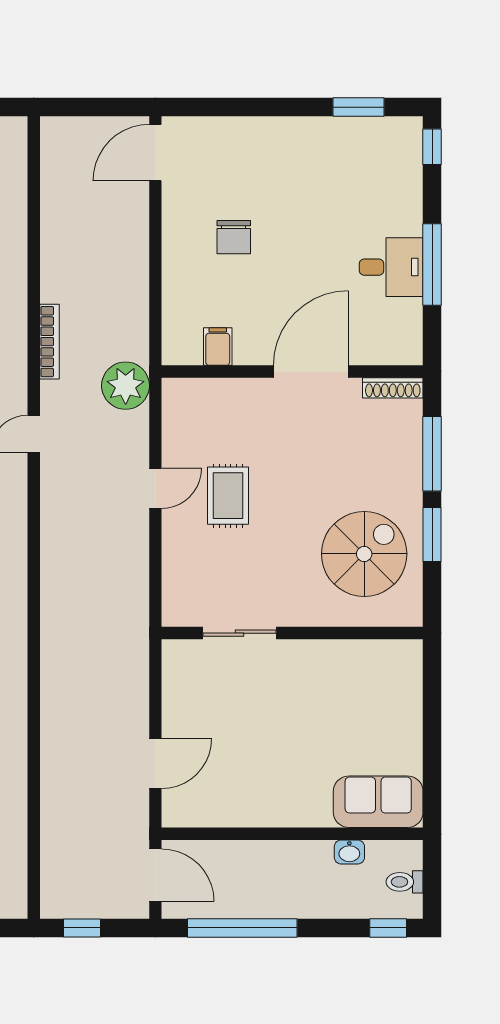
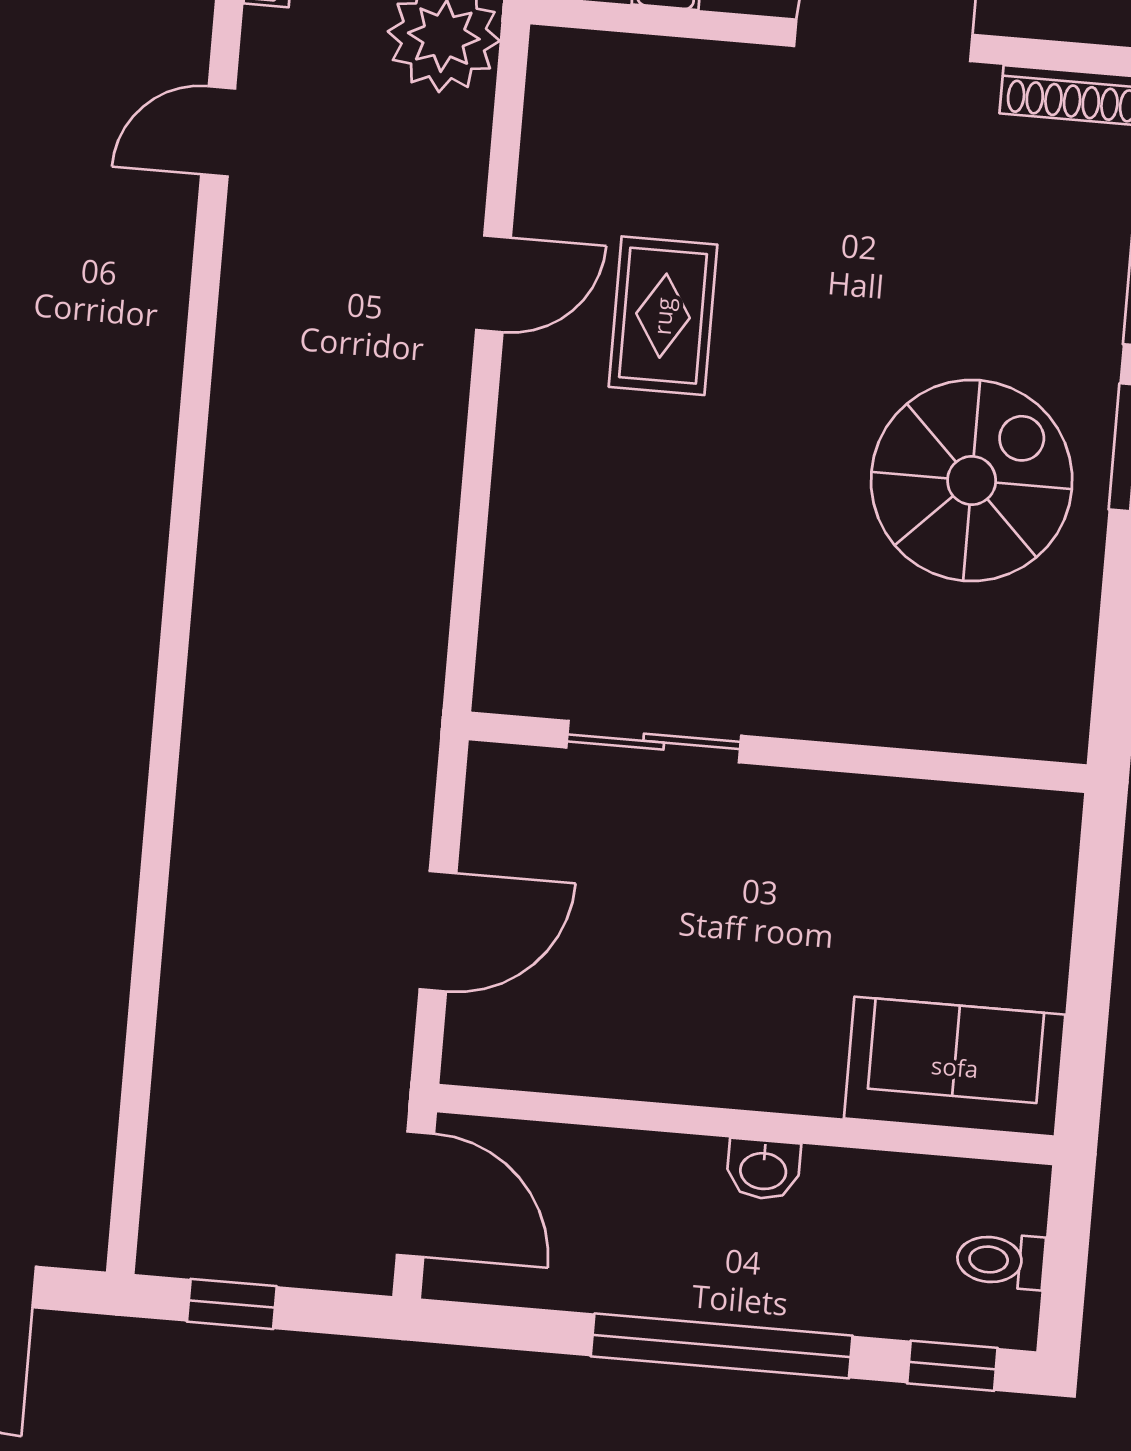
sliding door: (240, 633) -> (654, 742), moved
wall: (292, 633) -> (778, 752), moved
washbasin: (349, 852) -> (763, 1169), moved
window: (242, 928) -> (722, 1346), moved

